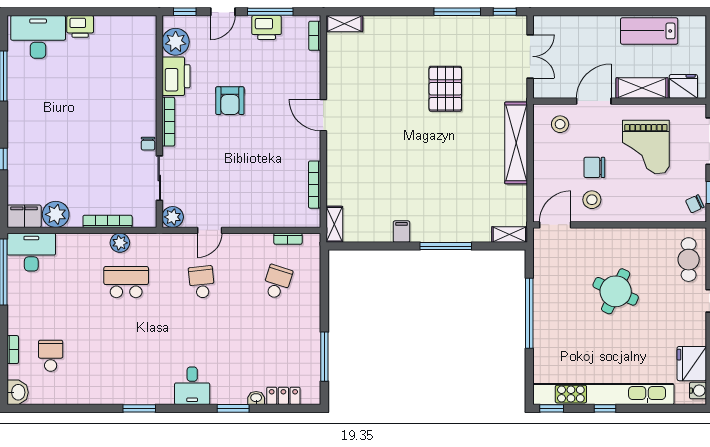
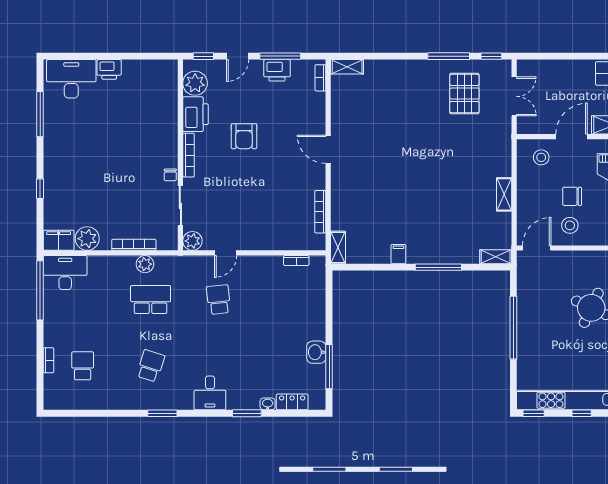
pallet: (445, 89) -> (464, 94), moved
shelving: (516, 143) -> (504, 194), width x0.45, depth x0.75
school desk: (277, 282) -> (151, 366), moved
washbasin: (18, 392) -> (316, 352), moved, turned 180

